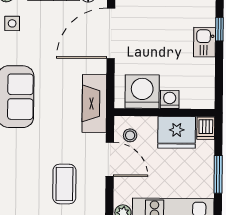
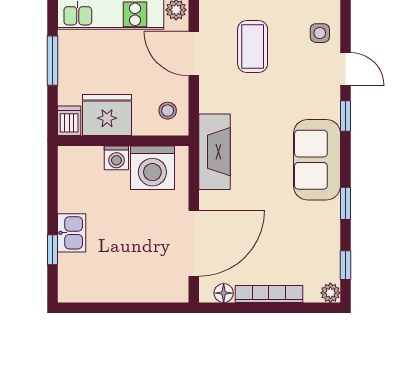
side table: (12, 23) -> (320, 33), moved
door: (110, 159) -> (194, 54), moved

